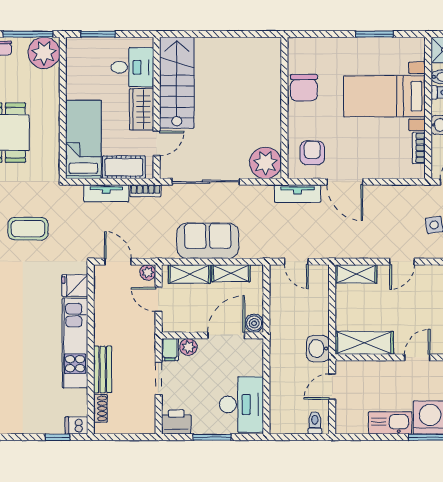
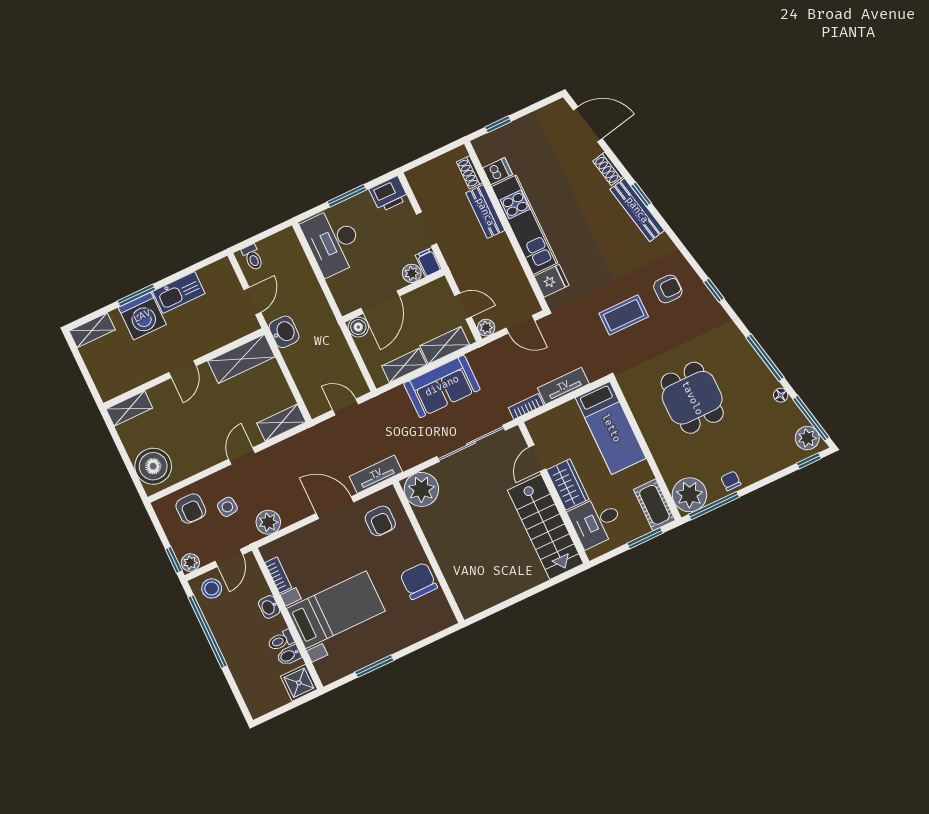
cot: (124, 167) -> (654, 505), moved, turned 90
plant: (406, 196) -> (268, 522), added
dishwasher: (76, 426) -> (498, 171), moved

